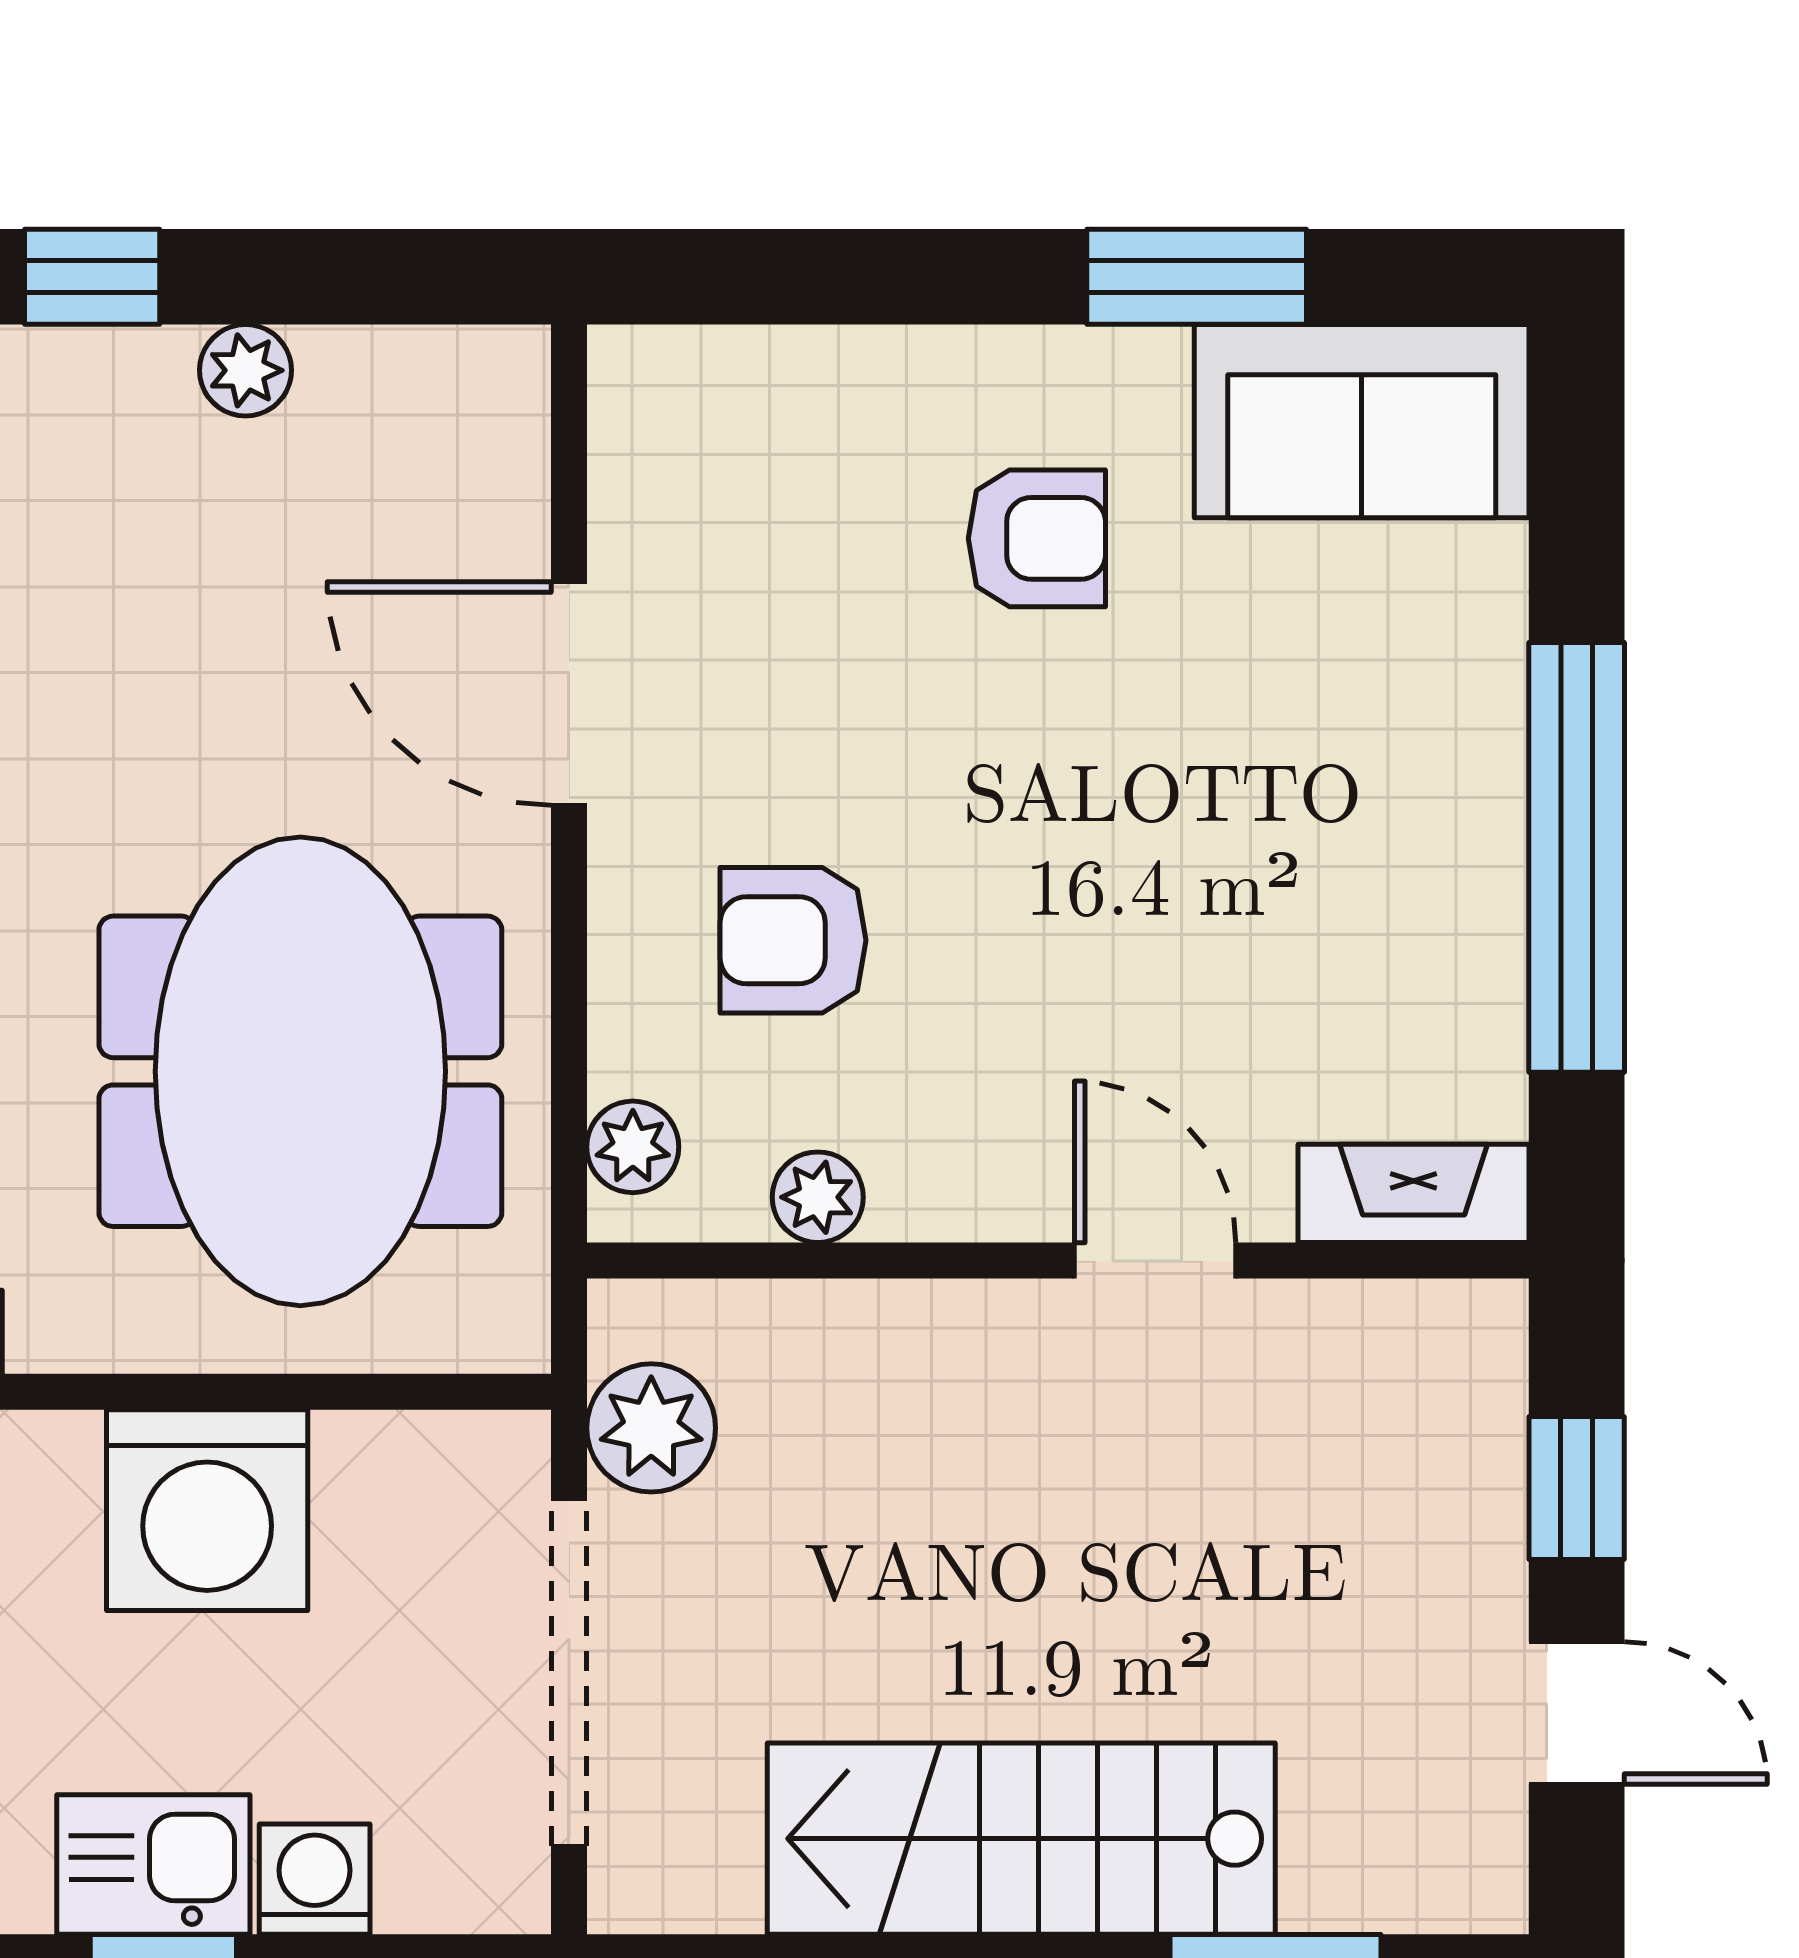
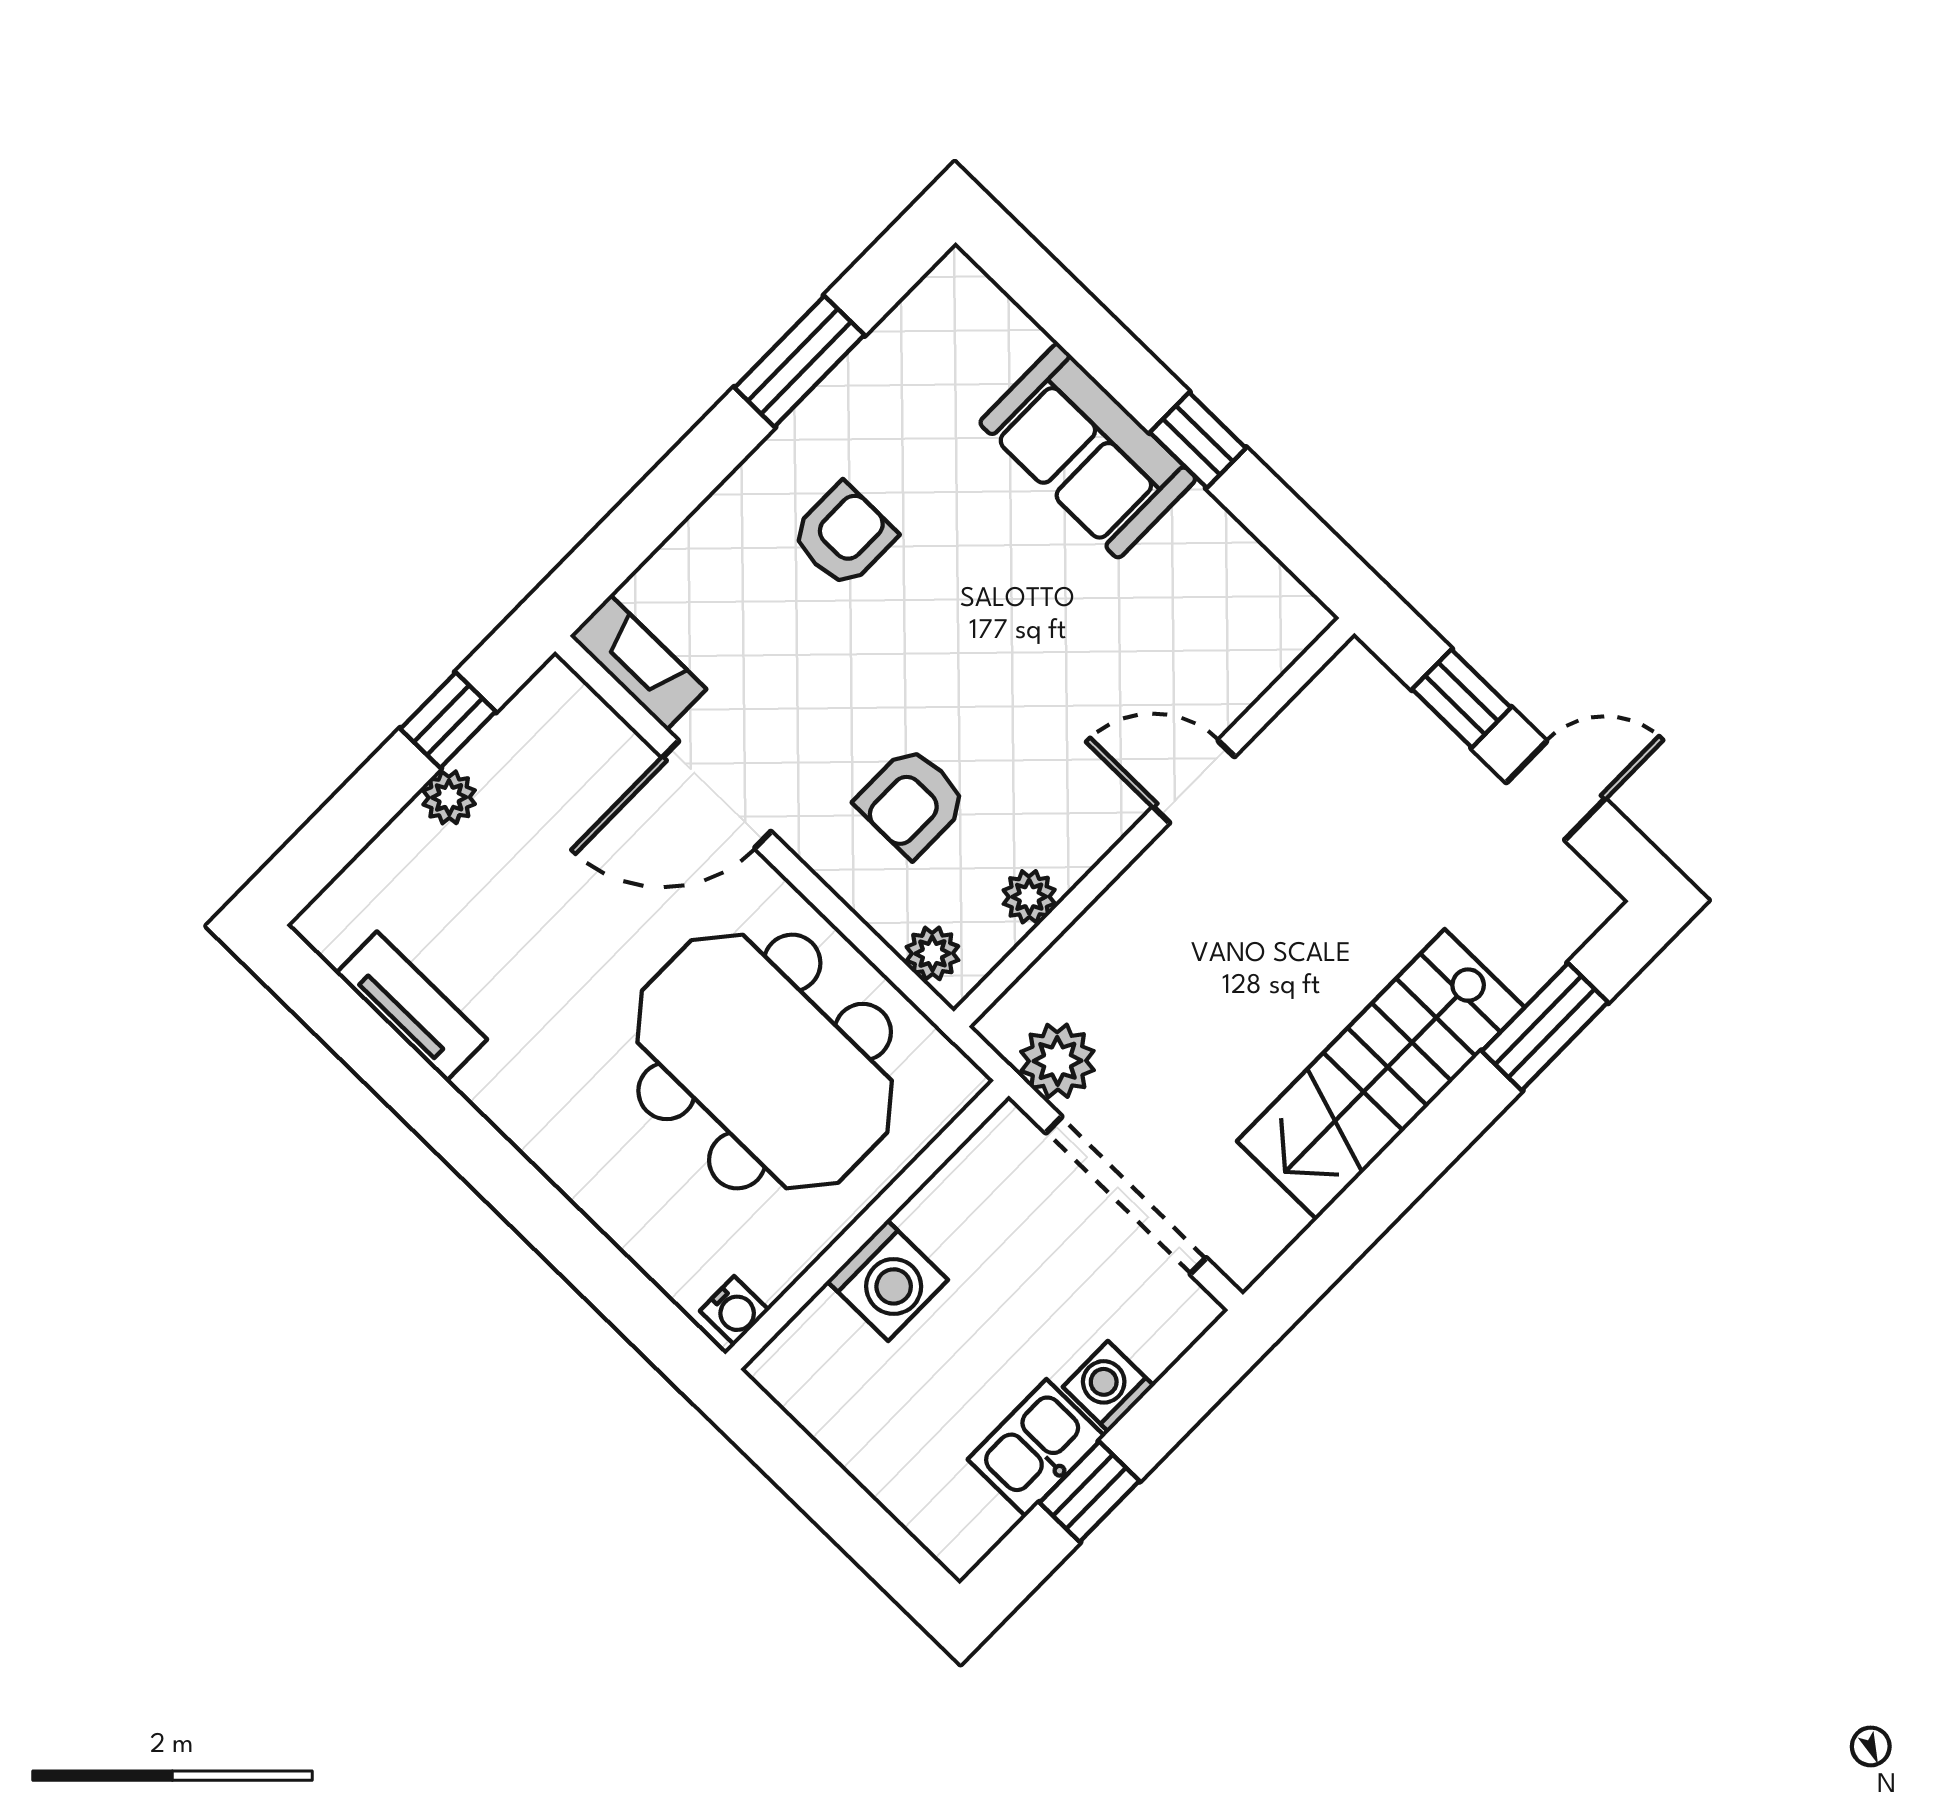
window: (92, 277) -> (448, 720), moved
sofa: (1362, 421) -> (1088, 451), moved, turned 90
window: (1577, 857) -> (1198, 440), width x0.32
fireplace: (1414, 1193) -> (638, 663), moved, turned 90
washing machine: (207, 1510) -> (888, 1280), width x0.73, depth x0.73

